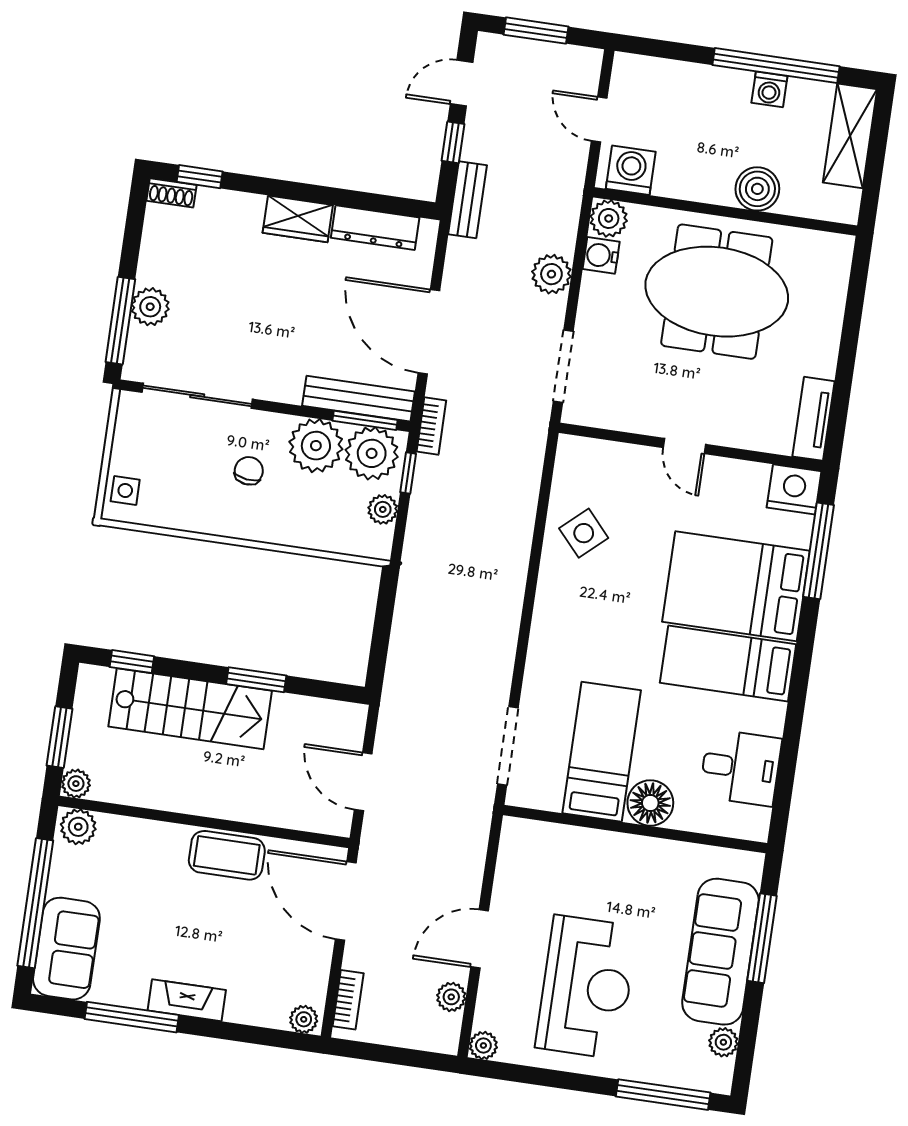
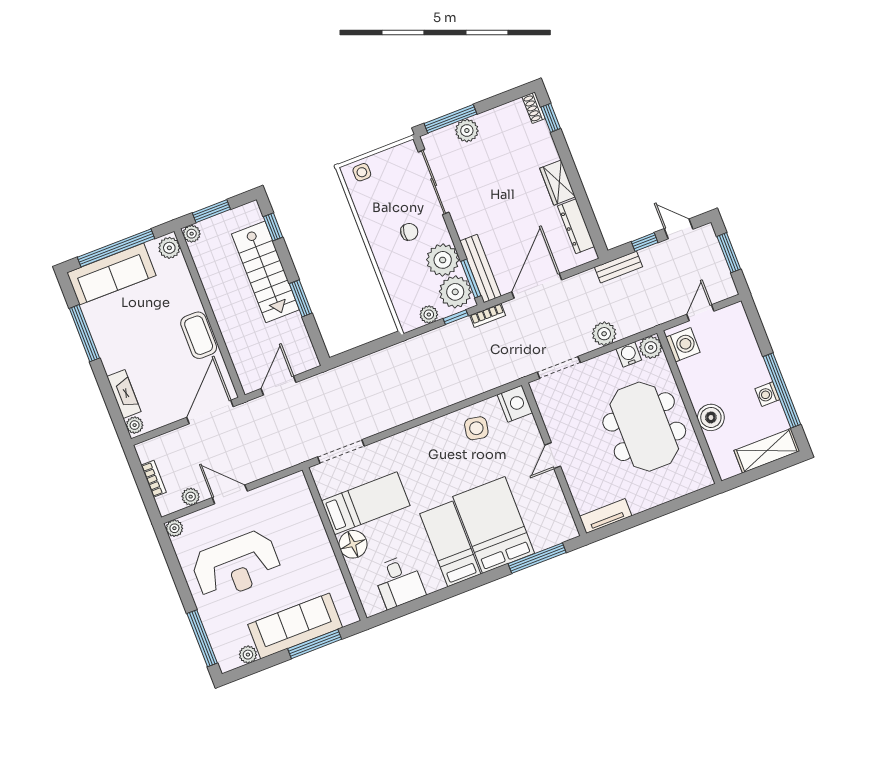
nightstand: (794, 489) -> (515, 404), moved
side table: (584, 533) -> (476, 428), turned -37
sofa: (66, 949) -> (111, 274), width x1.36
fireplace: (187, 1000) -> (124, 394), moved
bookcase: (348, 1000) -> (154, 479), moved, turned -90

